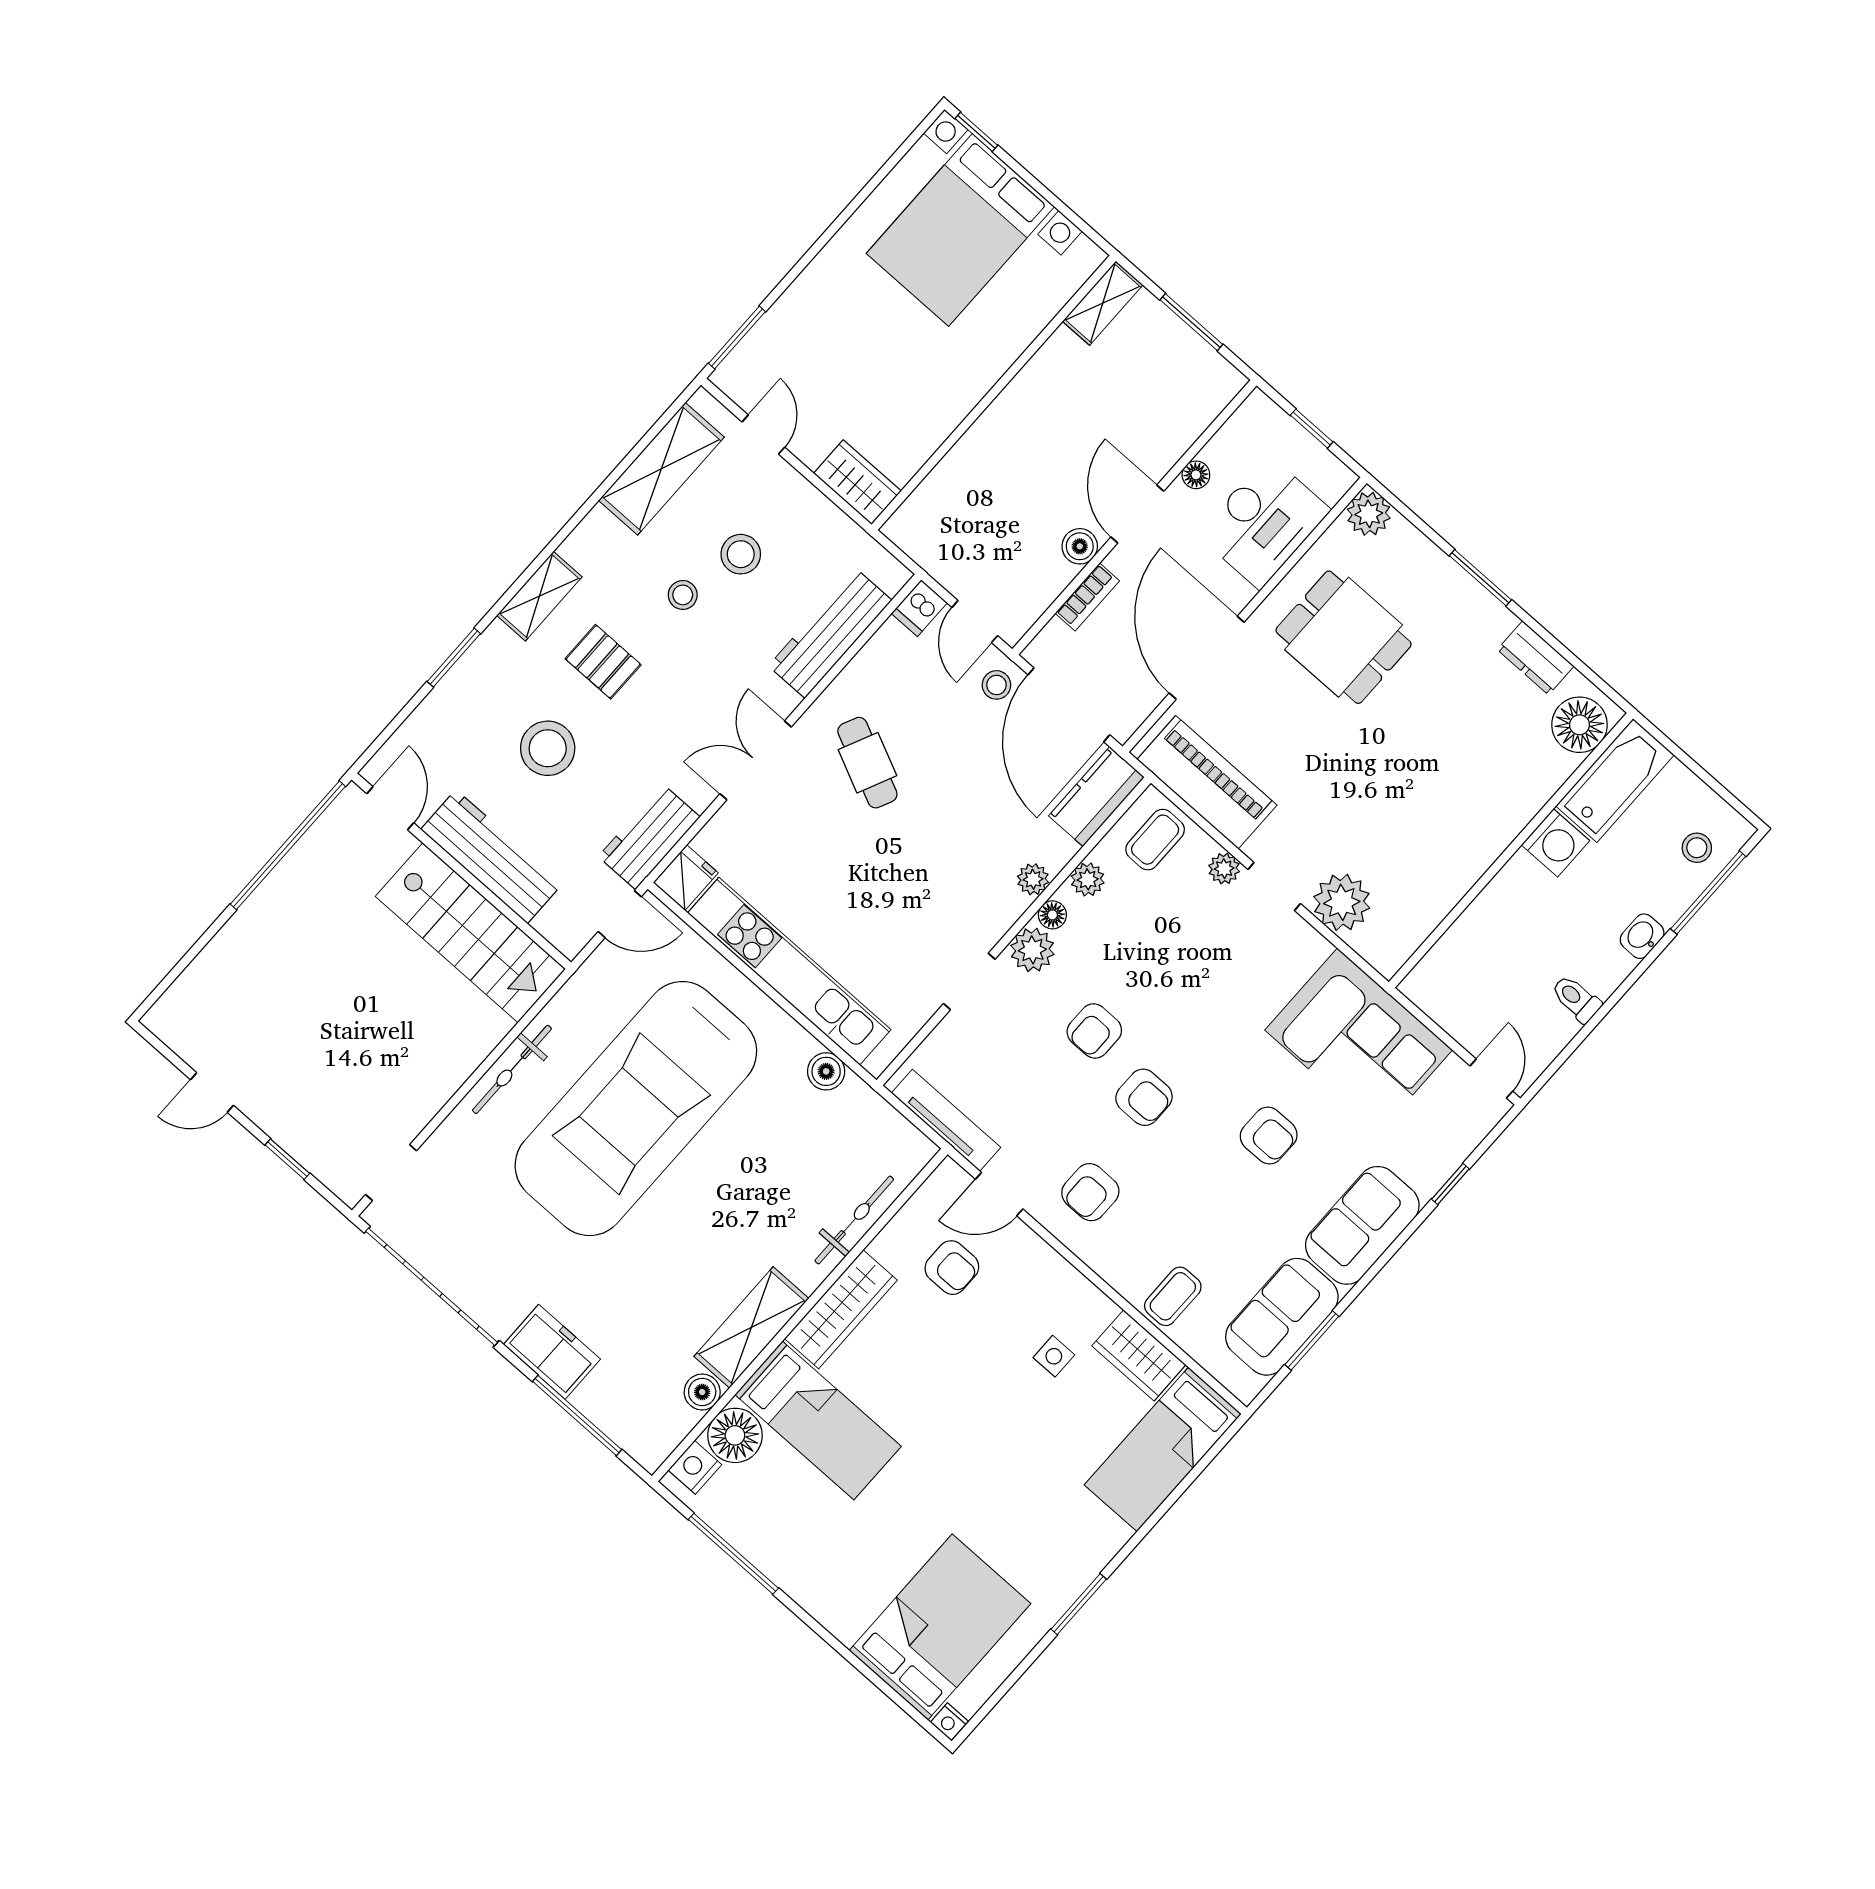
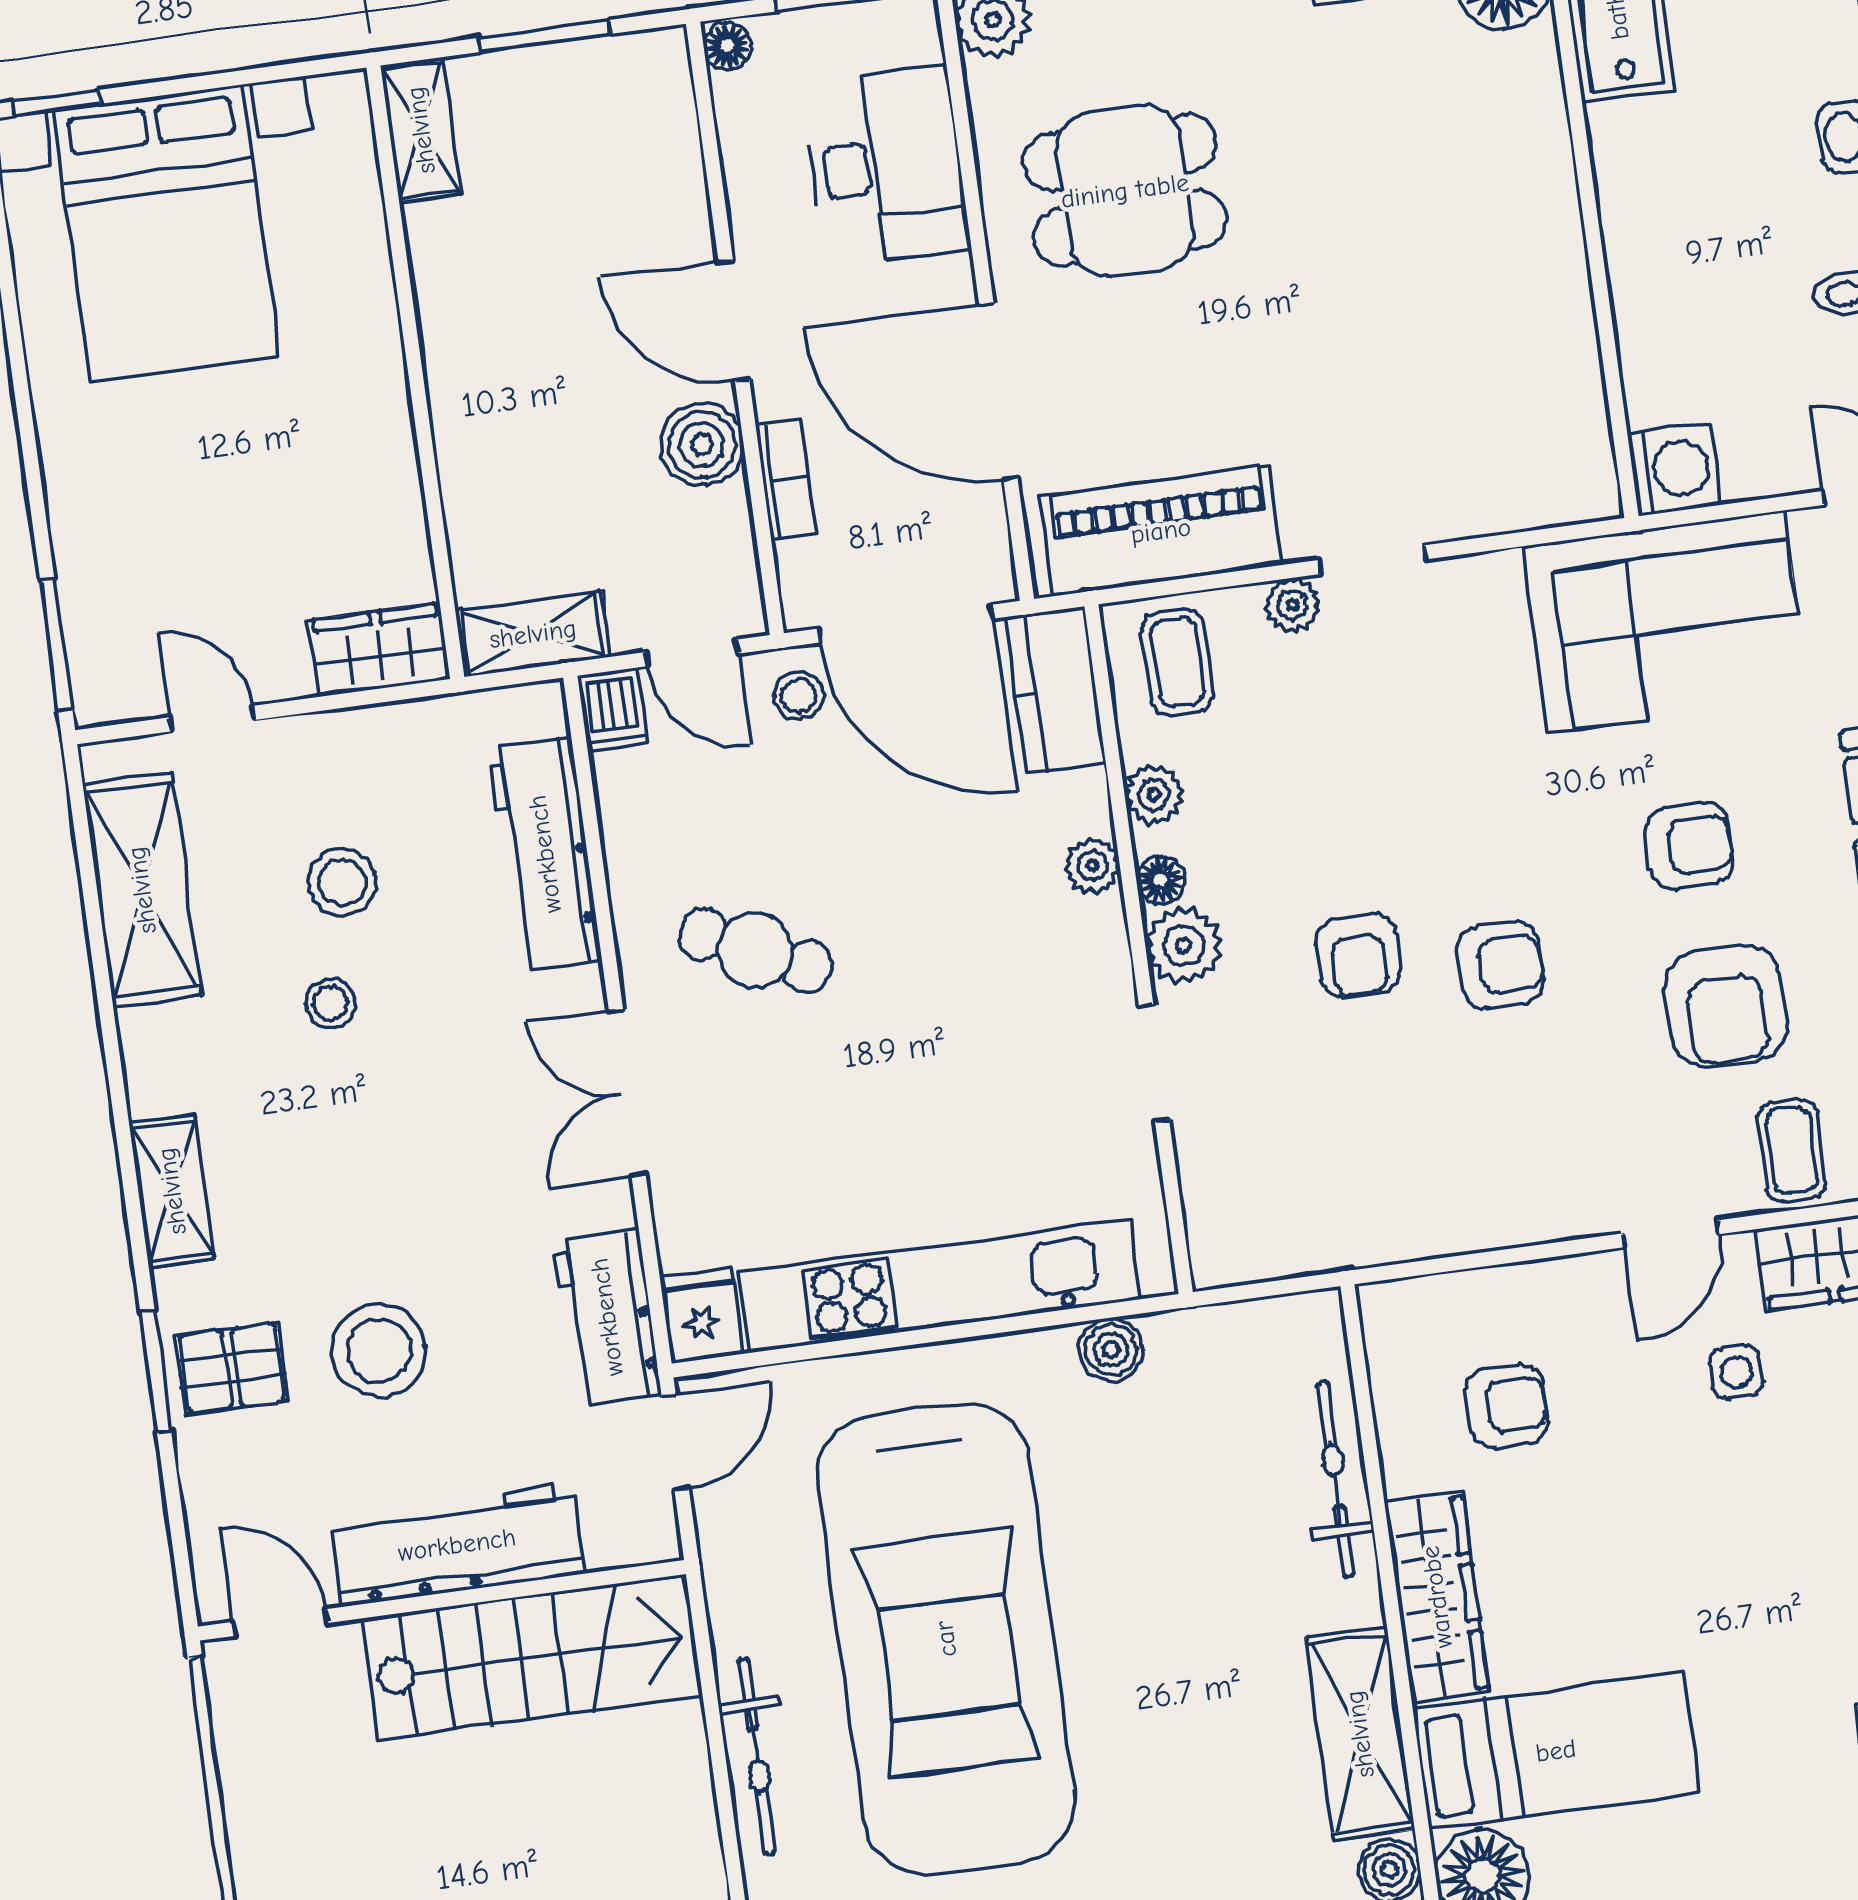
floor lamp: (1196, 475) -> (727, 46), moved
shelving: (923, 544) -> (533, 634), added
boiler: (1080, 546) -> (702, 445), width x1.36, depth x1.36
pallet: (603, 662) -> (232, 1368), moved
washing machine: (1555, 843) -> (1674, 469), moved
plant: (1342, 902) -> (1468, 490), removed
tv unit: (946, 1120) -> (1309, 1249), removed
armchair: (1090, 1192) -> (1726, 1006), moved, width x1.38, depth x1.38
door: (999, 1194) -> (1671, 1234), moved

